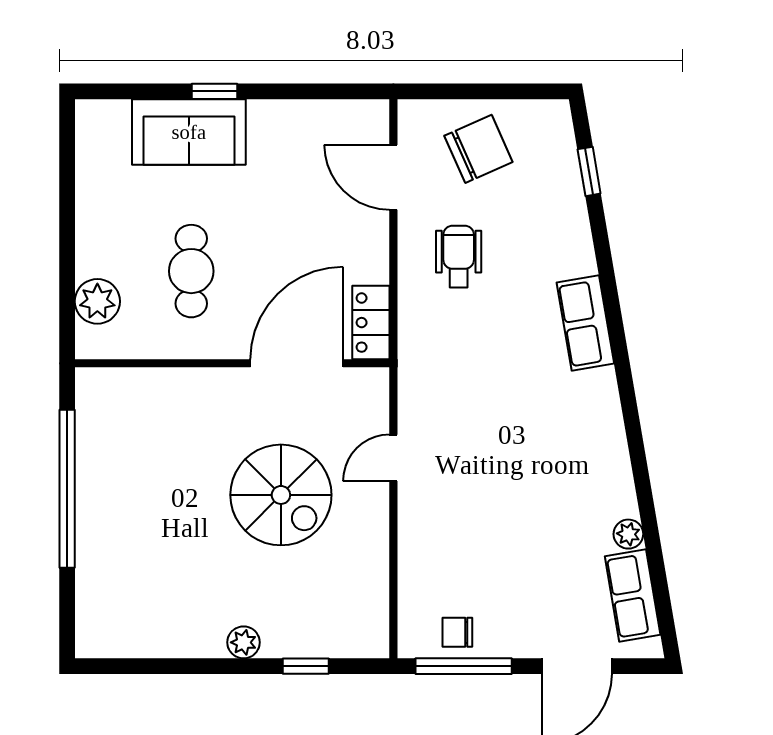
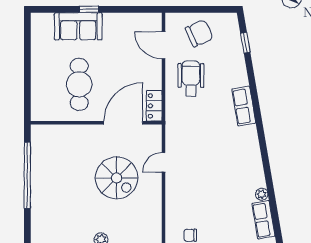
wheelchair: (459, 257) -> (191, 78), width x1.36, depth x1.37
cafe table: (191, 271) -> (79, 84), width x1.37, depth x1.35
plant: (97, 301) -> (40, 97), removed

